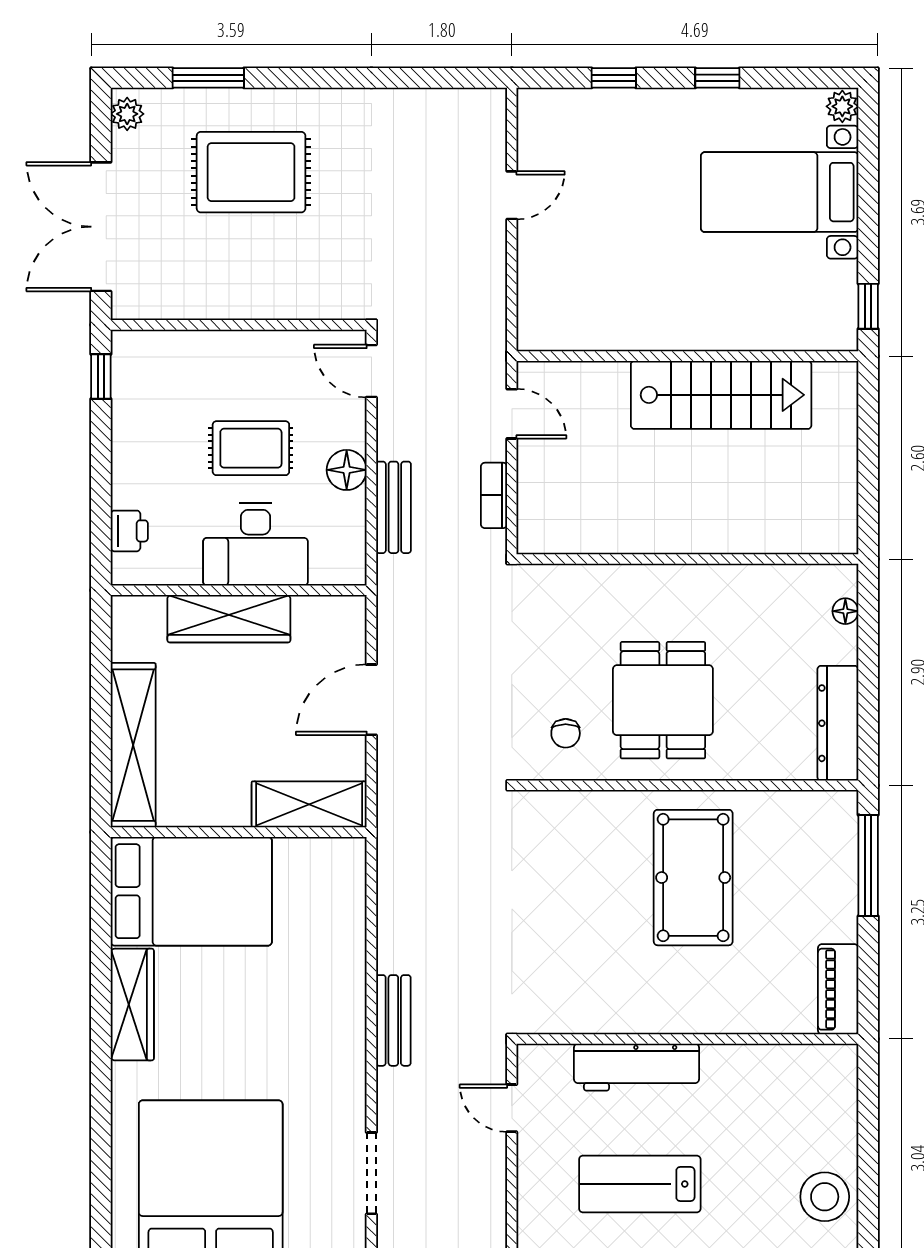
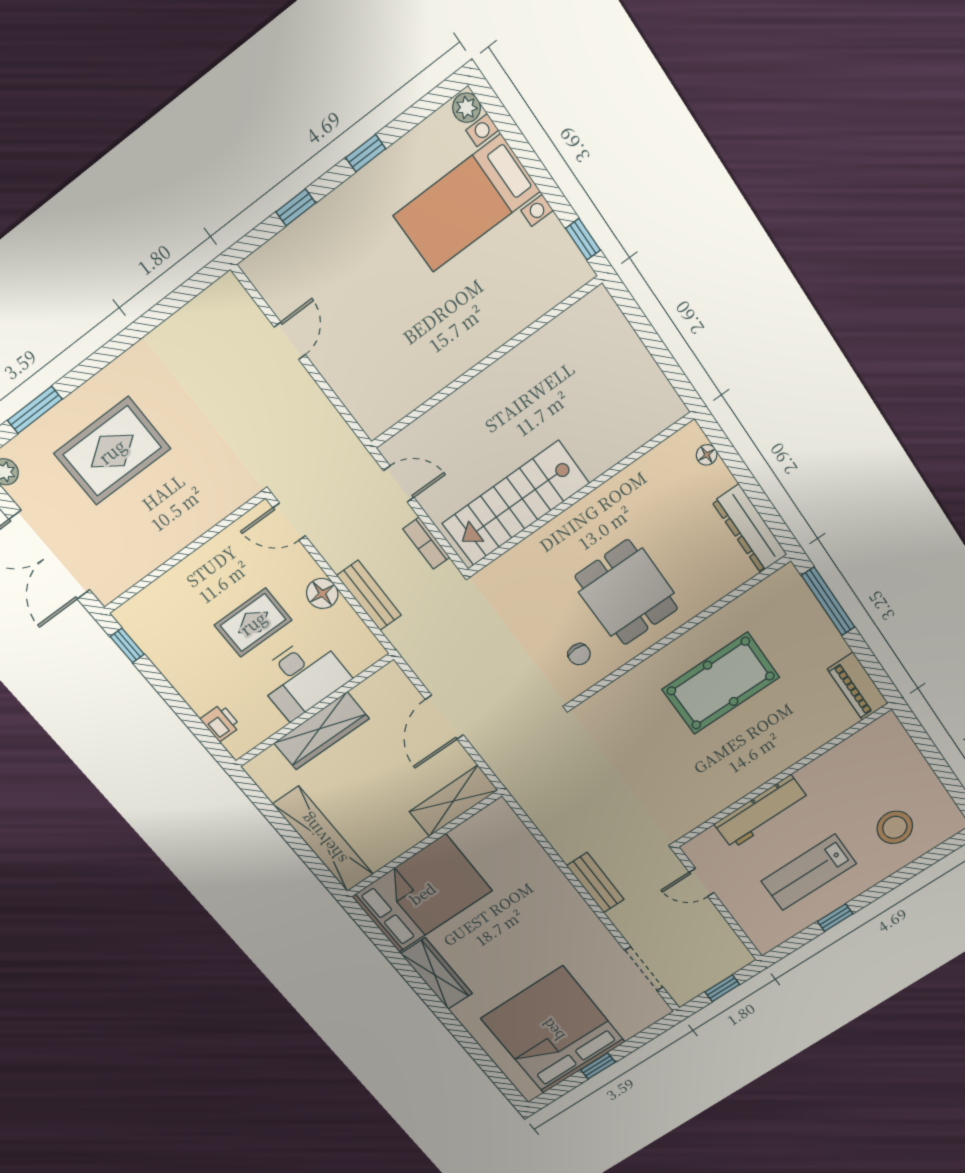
stairs: (721, 395) -> (516, 503), moved, turned 180
pool table: (693, 878) -> (721, 683), turned 90
stool: (825, 1197) -> (895, 827), moved

